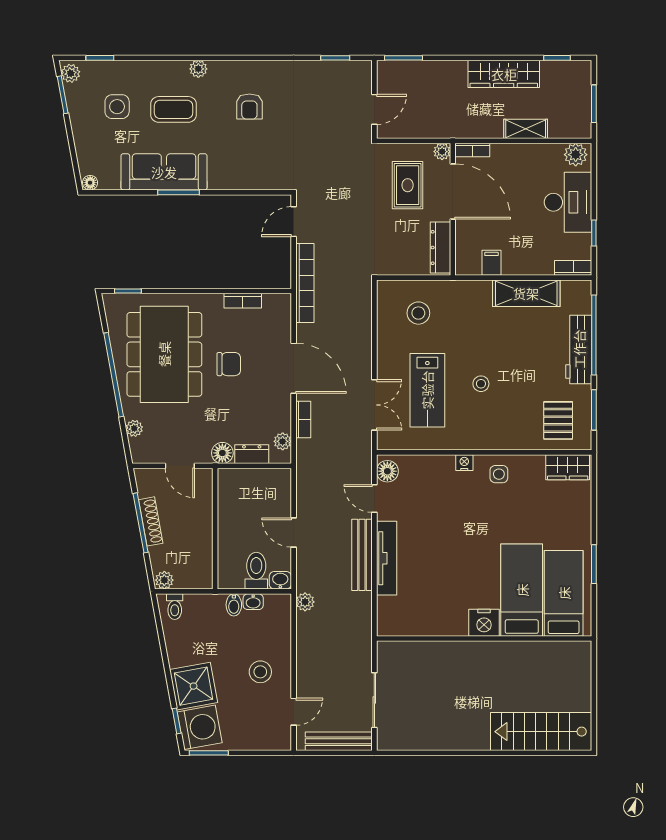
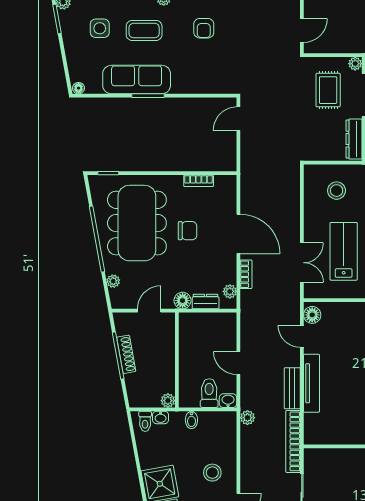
bookcase: (305, 283) -> (293, 441), moved, turned 180
lab bench: (427, 390) -> (344, 251), turned 180
door: (180, 466) -> (149, 311), swing flipped
bench: (362, 555) -> (292, 388), width x0.73
plant: (164, 580) -> (168, 401), moved
washbasin: (253, 602) -> (161, 417), moved

